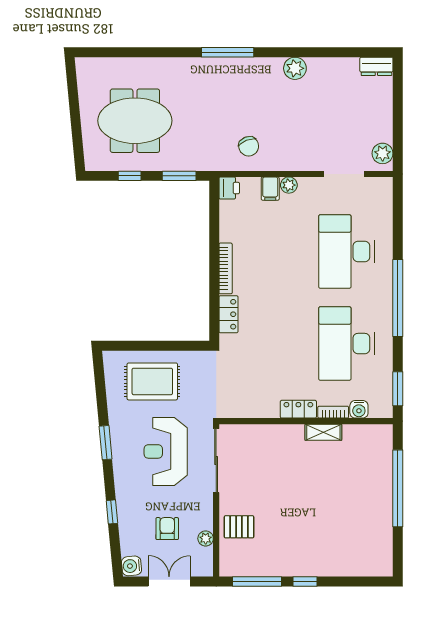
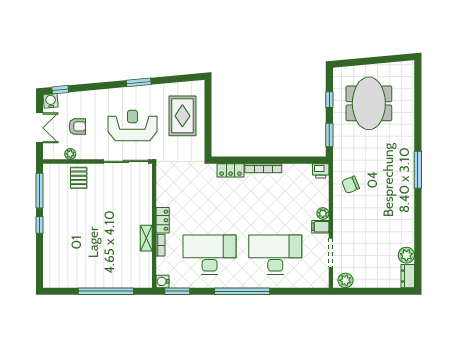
plant: (295, 68) -> (406, 255), moved
filing cabinet: (270, 189) -> (320, 227), moved
water cooler: (359, 409) -> (163, 281), moved
window: (112, 512) -> (60, 90), moved

